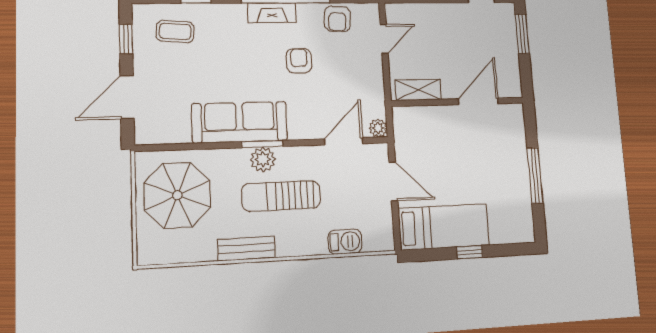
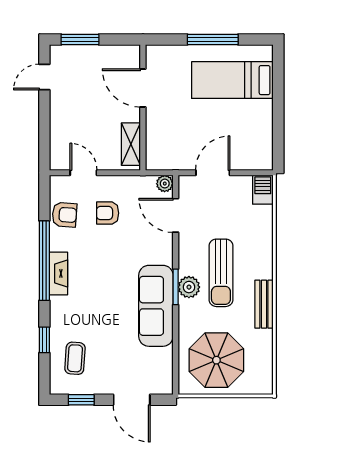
armchair: (299, 61) -> (108, 213), moved
bed: (444, 227) -> (232, 80), moved, turned -90
barbecue: (345, 242) -> (263, 190), moved
window: (470, 252) -> (278, 107), removed

